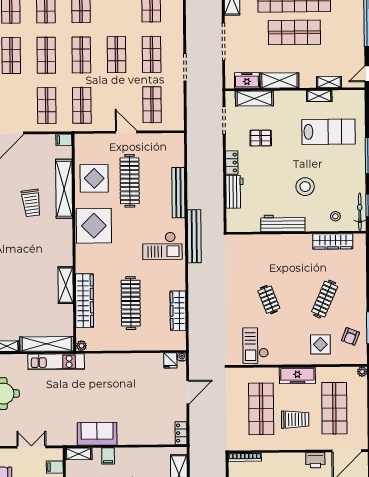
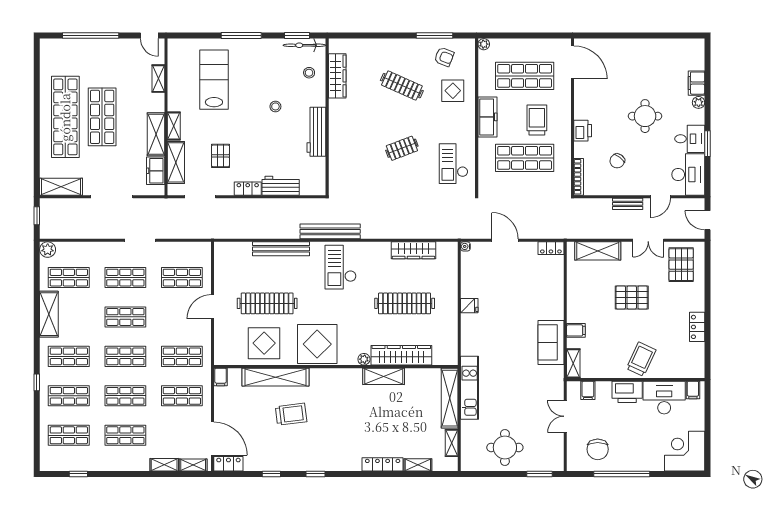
shelving: (319, 96) -> (174, 126), moved
stool: (305, 187) -> (275, 106), width x0.53, depth x0.53
checkout: (162, 246) -> (341, 267), turned 180
plant: (81, 346) -> (364, 359), moved
checkout: (256, 346) -> (453, 164), turned 90
fridge: (170, 360) -> (469, 306), moved
printer: (315, 460) -> (583, 131), moved

